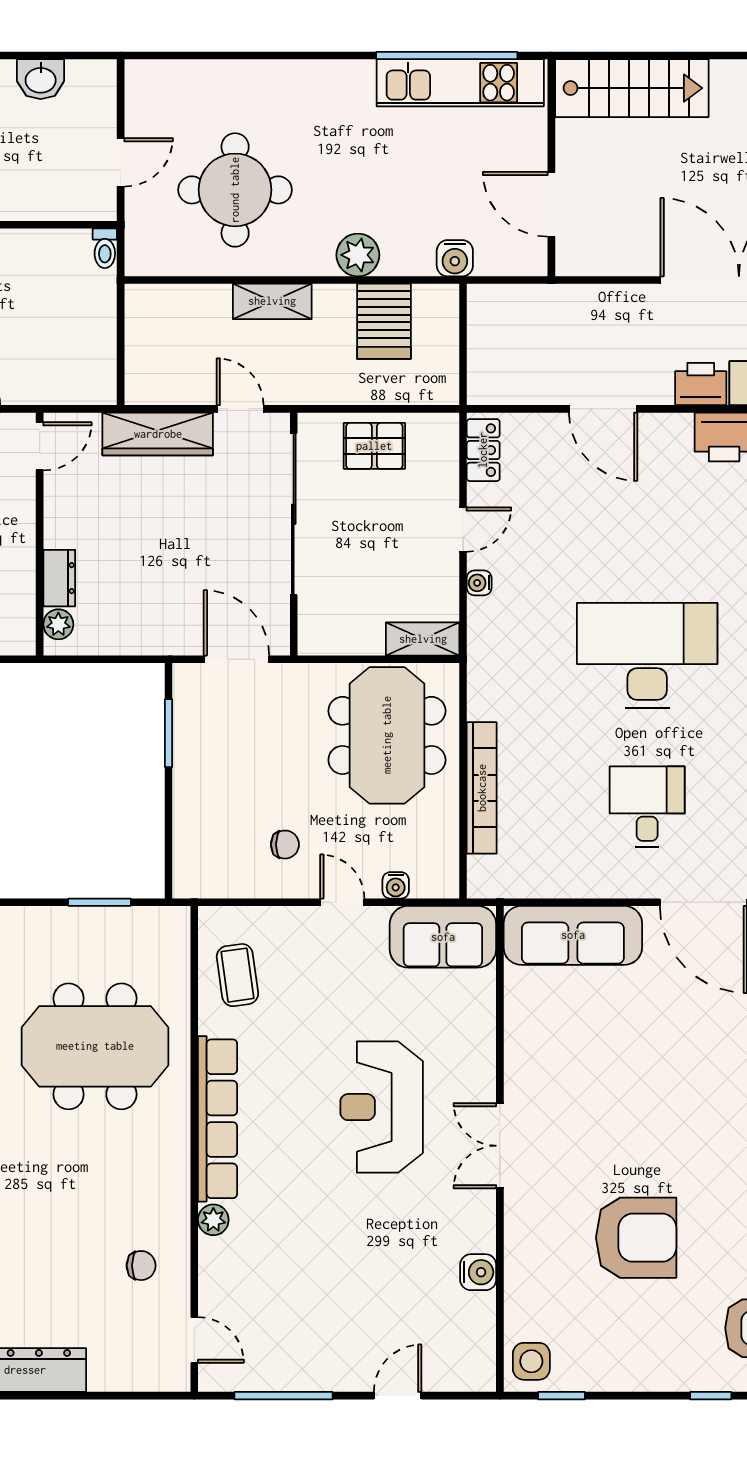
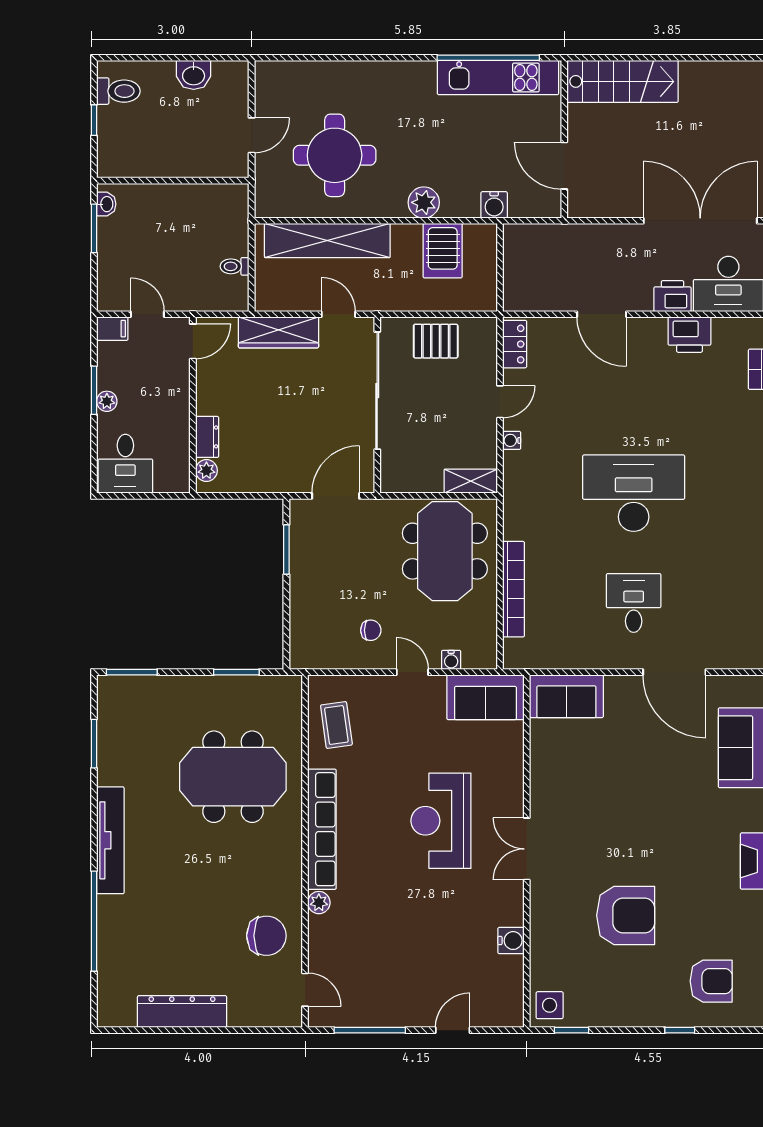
toilet: (105, 248) -> (235, 266), moved, turned 90
shelving: (272, 301) -> (327, 241), width x2.20, depth x1.33
door: (236, 659) -> (336, 496), hinge flipped
sofa: (573, 935) -> (566, 696), width x0.73
chair: (141, 1266) -> (266, 936), width x1.87, depth x1.87

